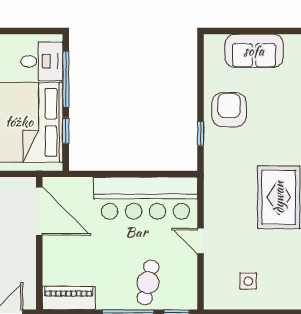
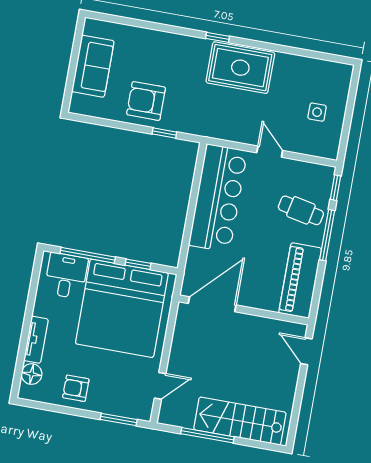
door: (201, 241) -> (270, 152), swing flipped
piano: (69, 298) -> (300, 281), width x1.37, depth x1.33

